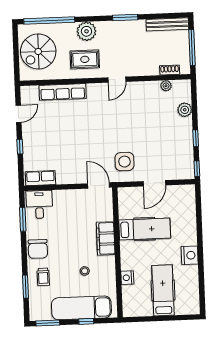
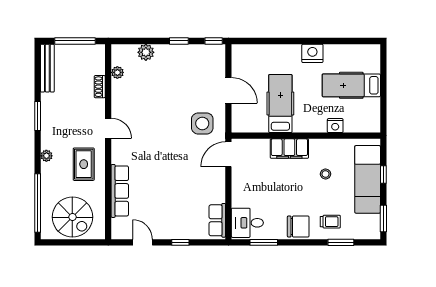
plant: (86, 31) -> (46, 156), width x0.53, depth x0.53
shoe rack: (170, 70) -> (100, 87), moved

